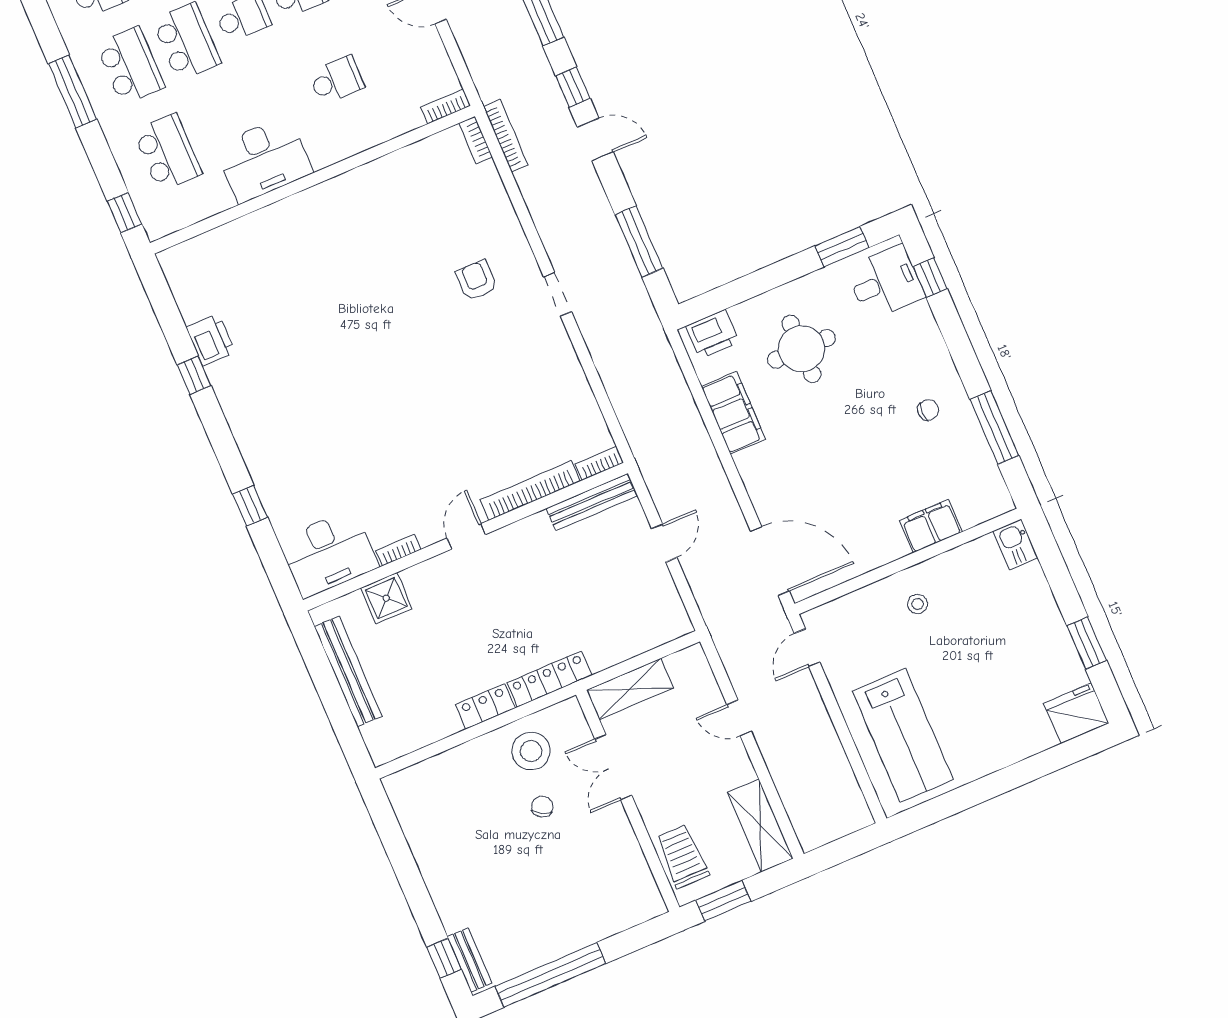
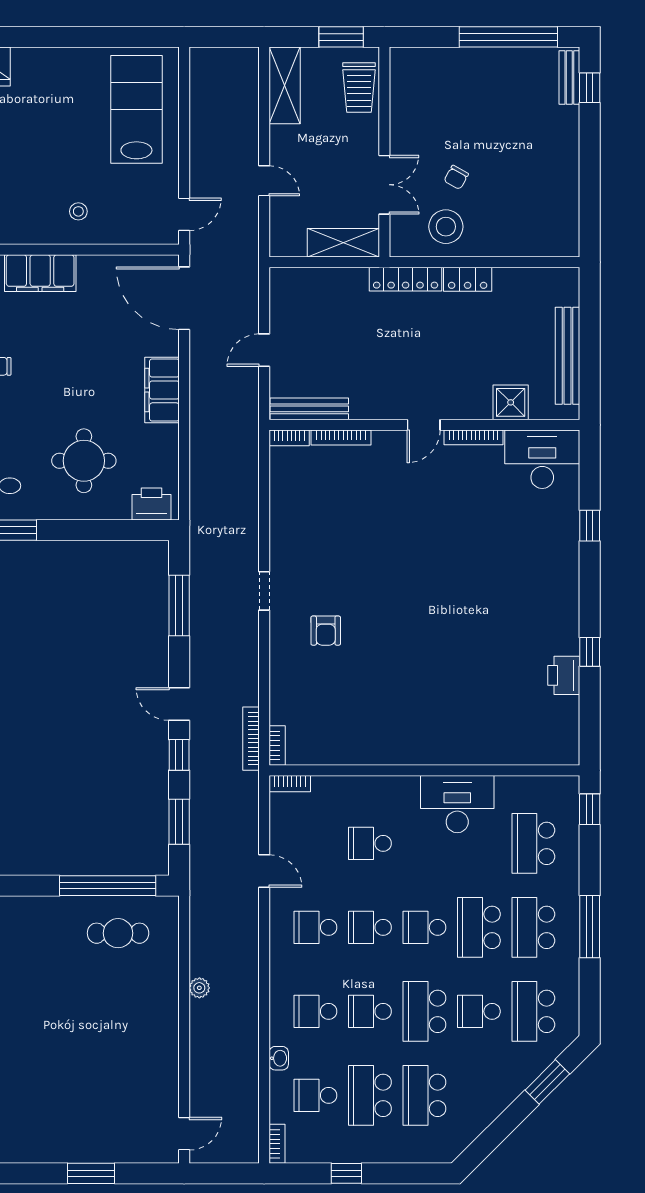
filing cabinet: (733, 413) -> (162, 390), moved
bookcase: (530, 491) -> (341, 438), width x0.68, depth x0.76
filing cabinet: (931, 526) -> (40, 273), width x1.50, depth x1.17
bookcase: (398, 550) -> (473, 437), width x1.56

